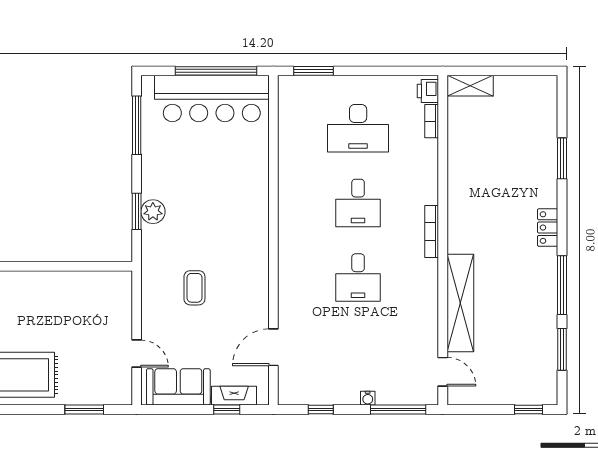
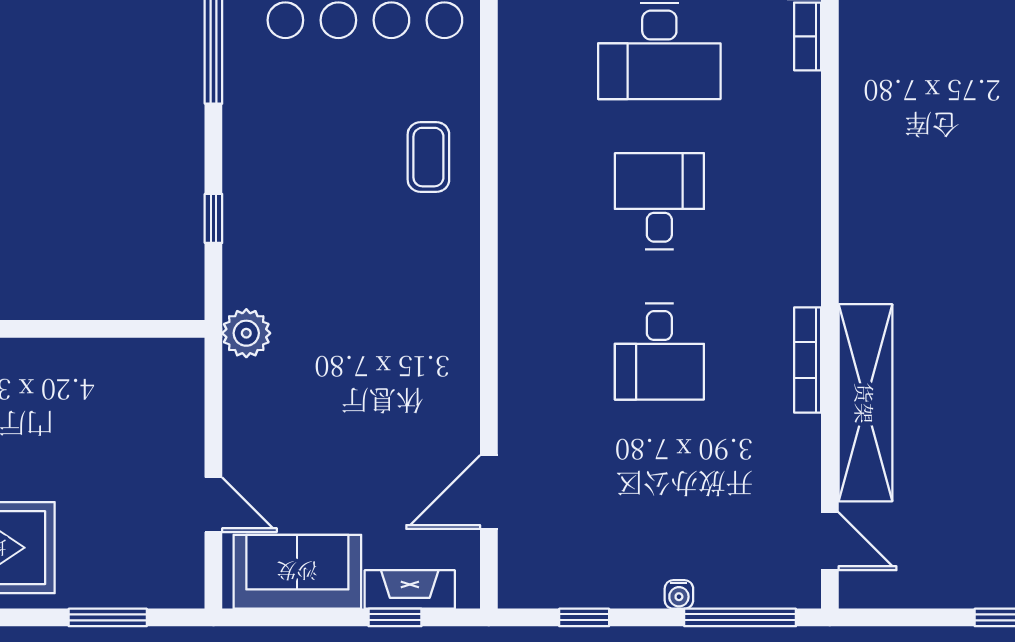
desk: (358, 203) -> (659, 201), turned 180
window: (137, 211) -> (213, 218), width x0.67
plant: (153, 212) -> (246, 333), moved
bookcase: (432, 232) -> (808, 360), moved
coffee table: (194, 288) -> (428, 157), moved

